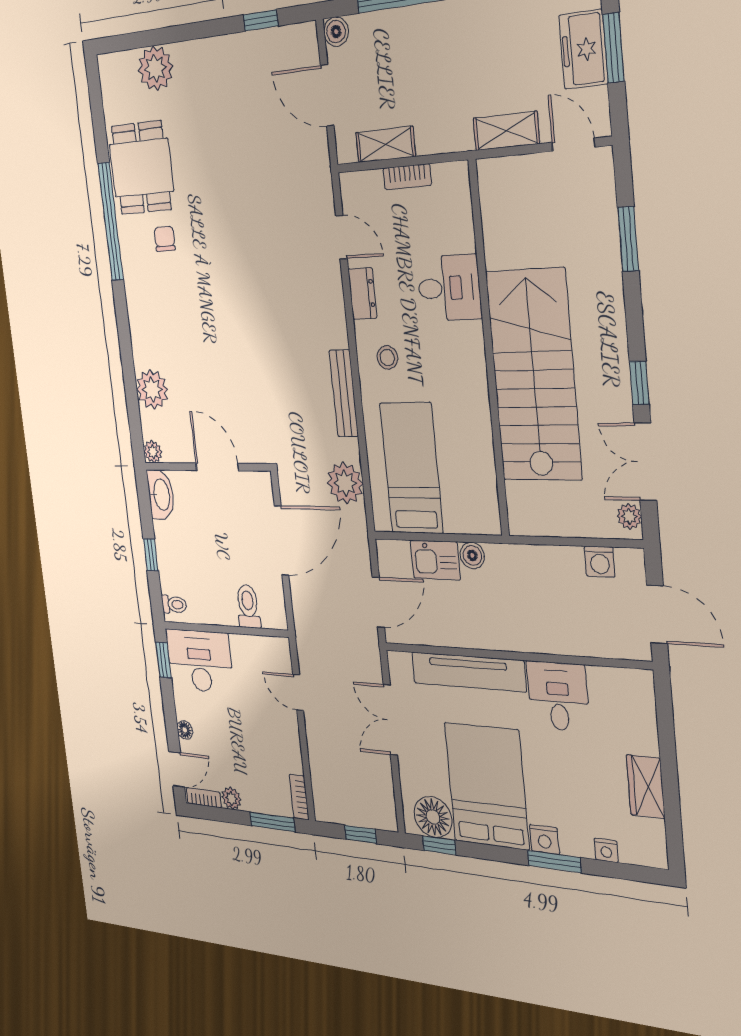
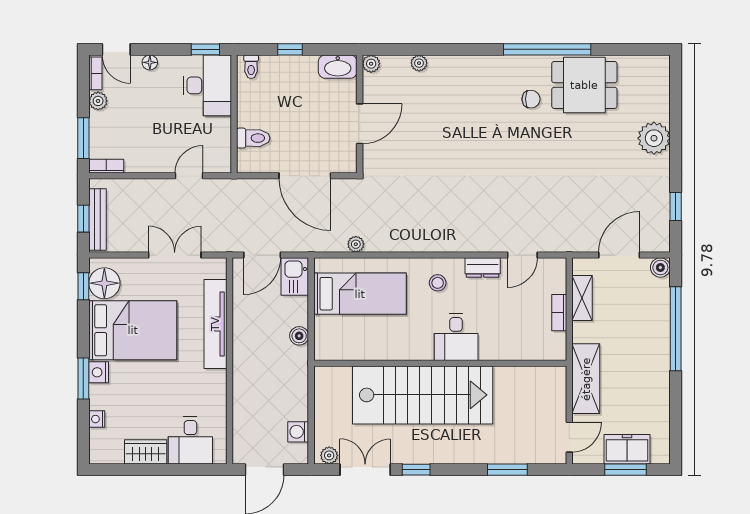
plant: (155, 68) -> (654, 138), moved
shelving: (506, 131) -> (586, 379), width x1.50, depth x1.33
desk: (449, 288) -> (456, 337), moved
plant: (152, 389) -> (419, 63), width x0.53, depth x0.53
bench: (344, 393) -> (97, 219), moved, turned 90
plant: (345, 483) -> (356, 244), width x0.53, depth x0.53
kitchen sink: (435, 560) -> (295, 277), moved
door: (378, 602) -> (262, 255), hinge flipped
desk: (558, 696) -> (190, 440), moved, turned 90

